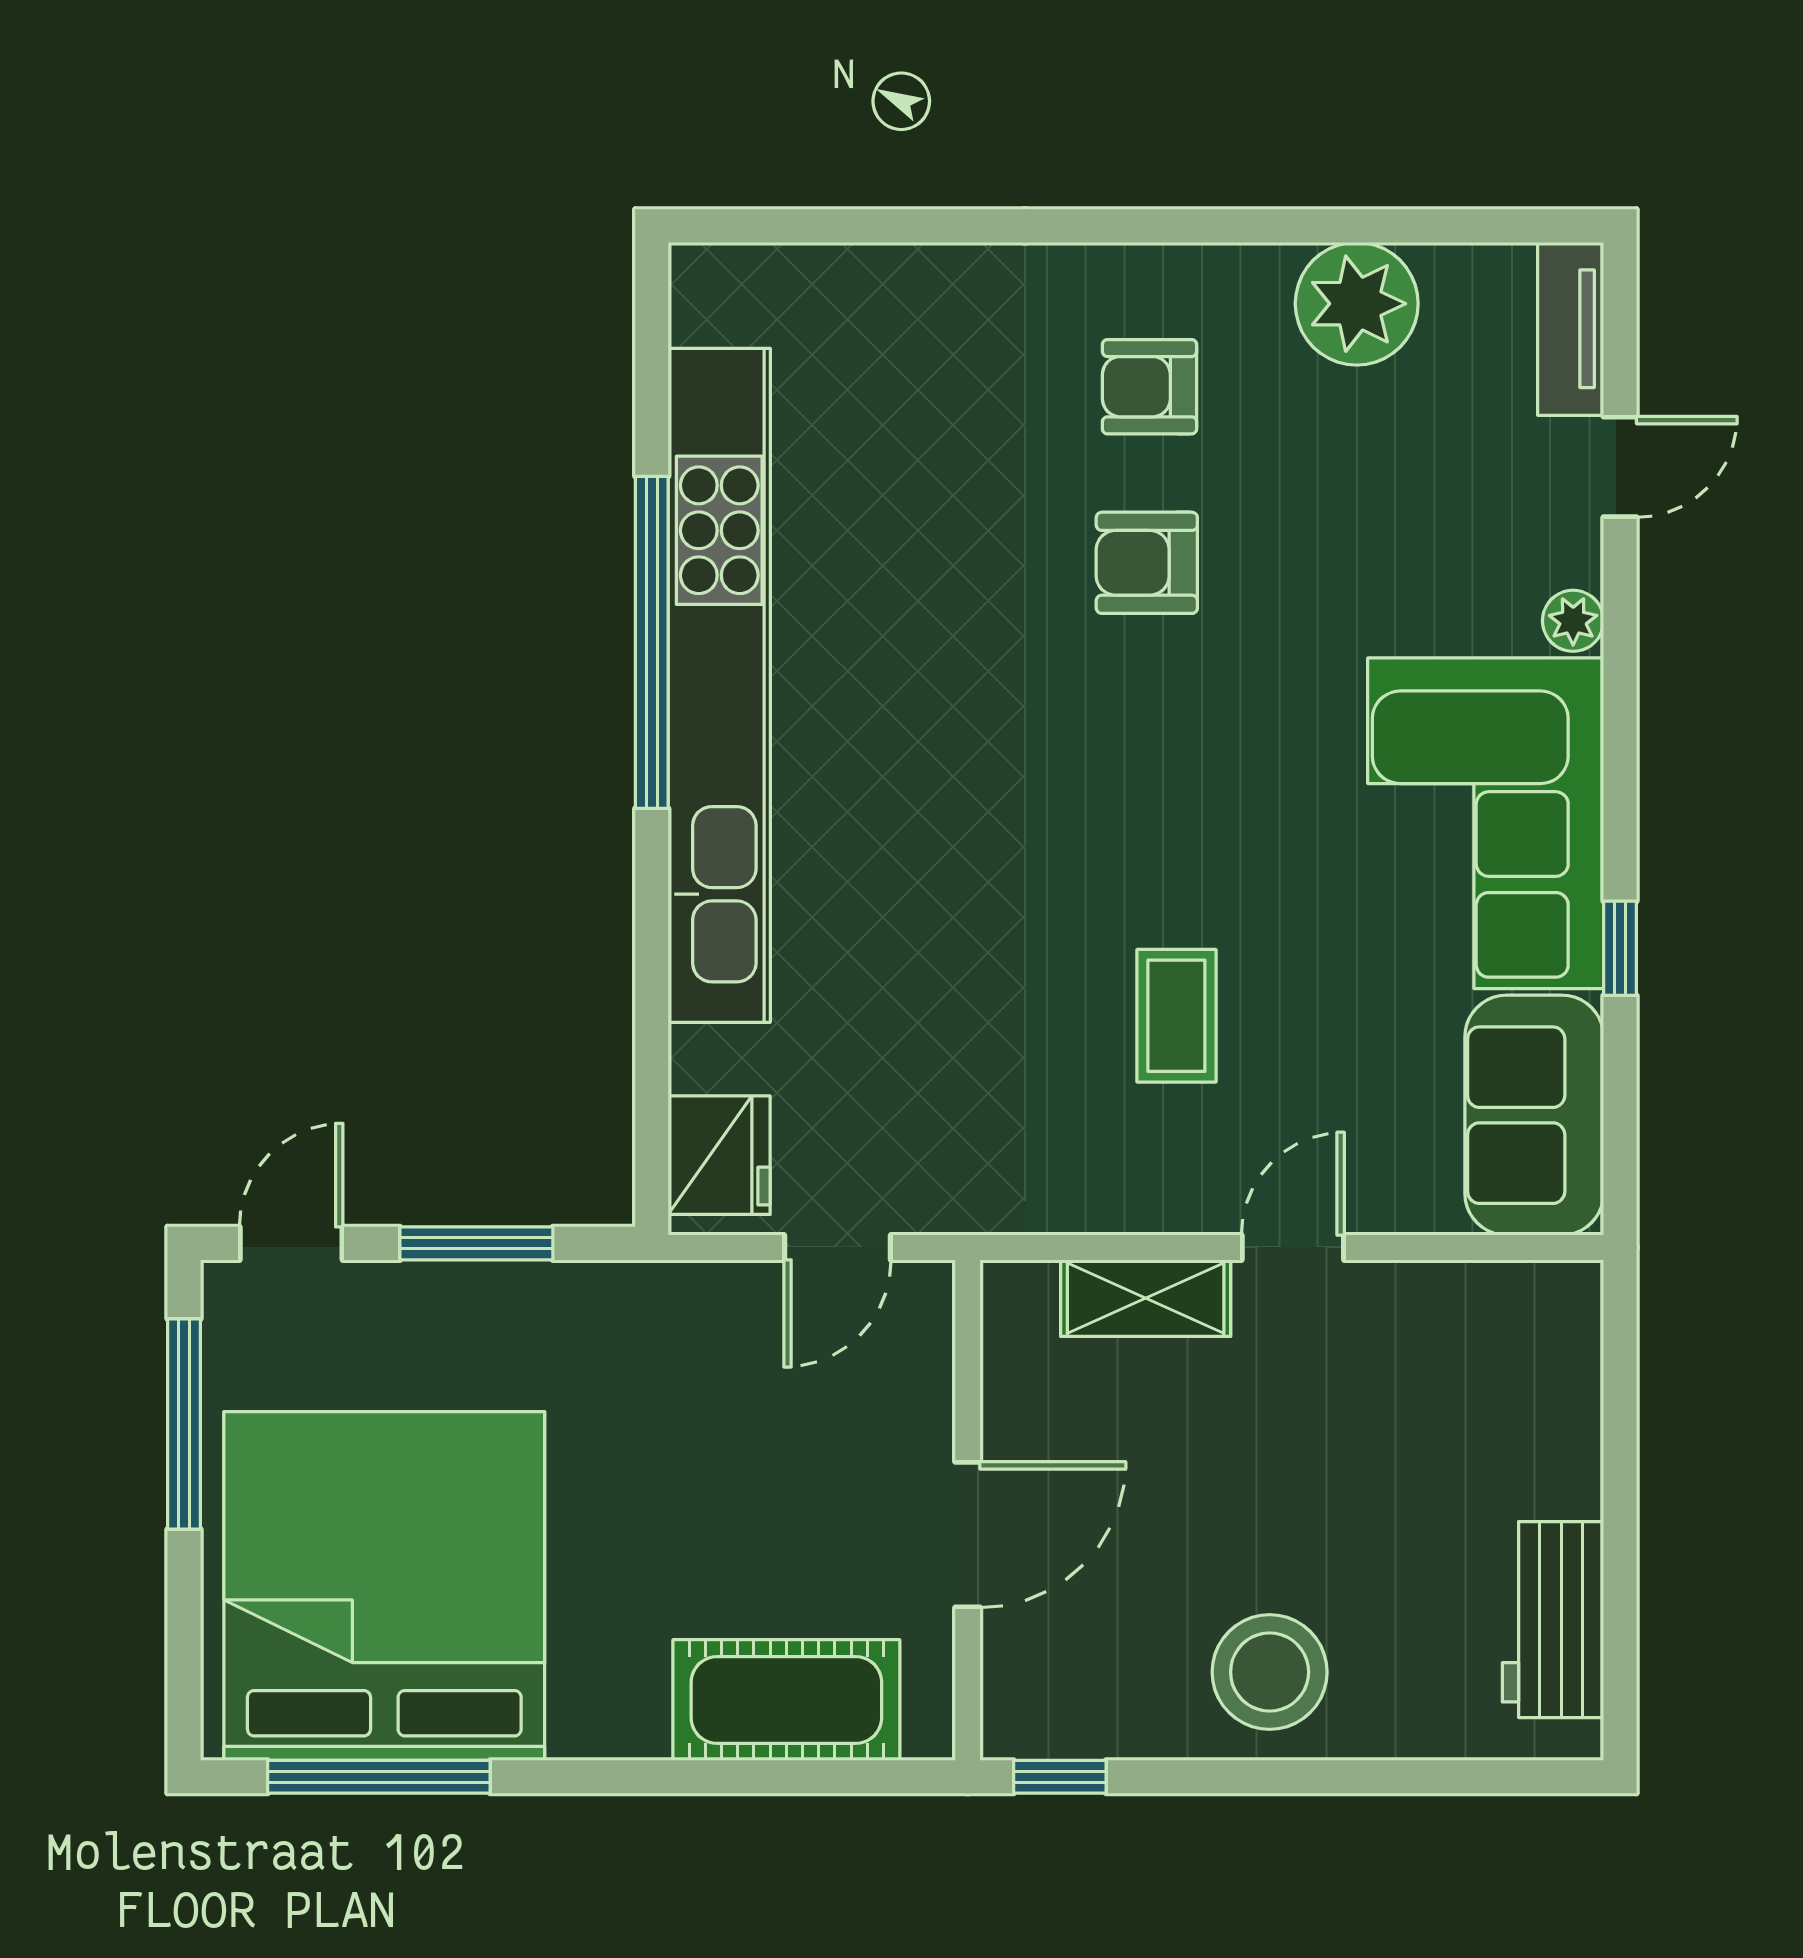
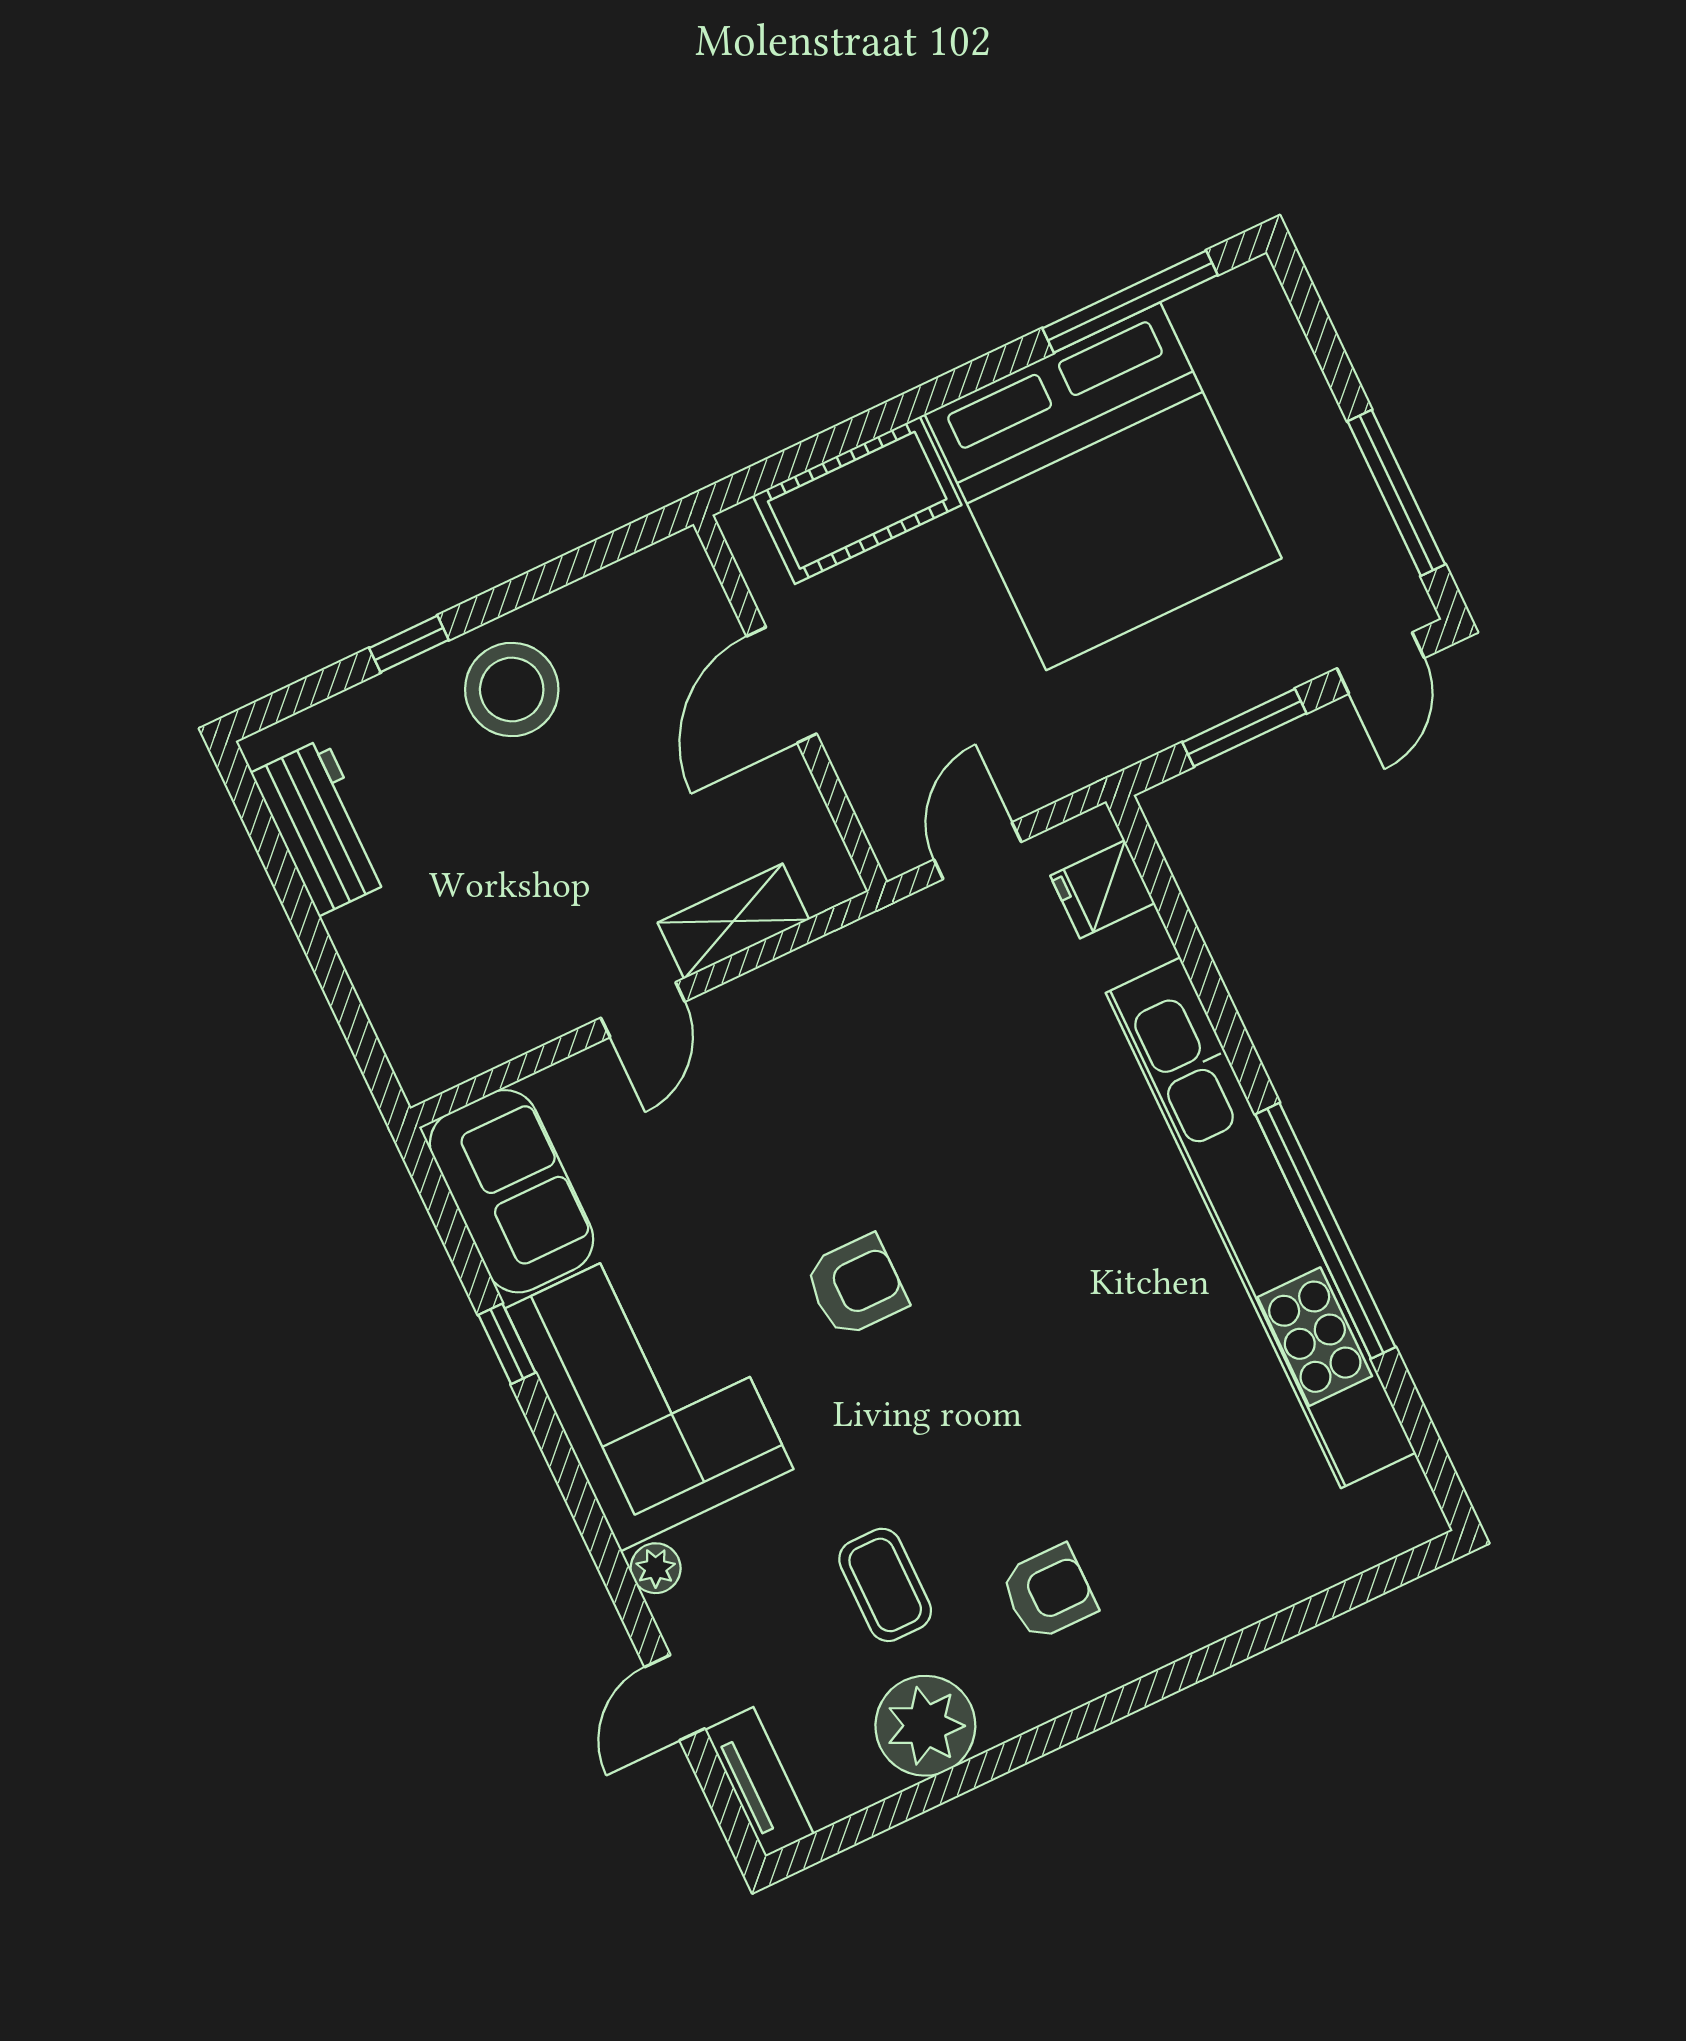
armchair: (1147, 563) -> (856, 1286), moved
coffee table: (1176, 1016) -> (885, 1585), moved
fridge: (719, 1155) -> (1102, 889), width x0.72
bed: (384, 1586) -> (1103, 486), moved
window: (1060, 1777) -> (409, 644), moved

